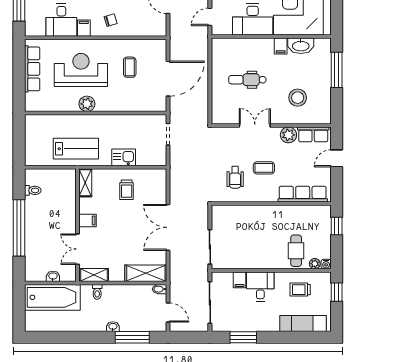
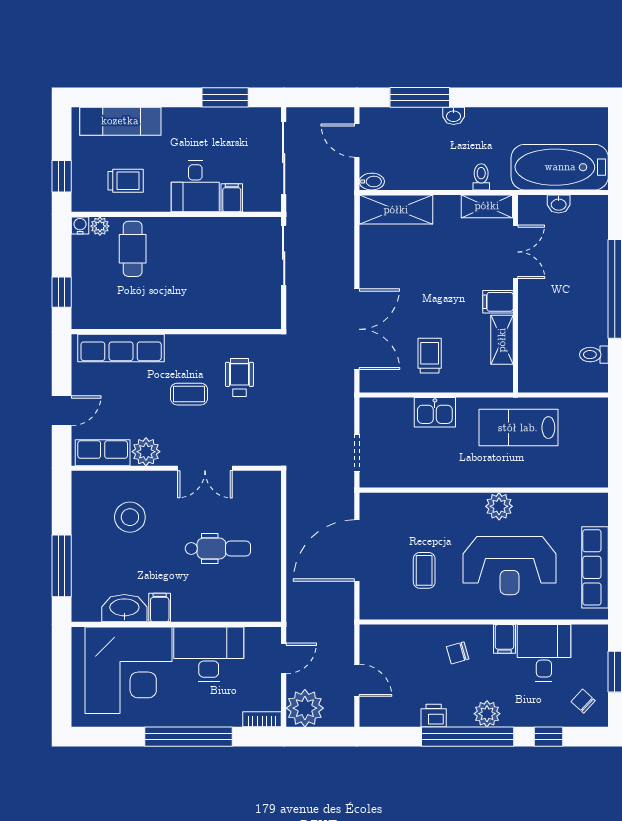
shelving: (85, 183) -> (502, 340), moved
double door: (168, 227) -> (357, 329), moved

